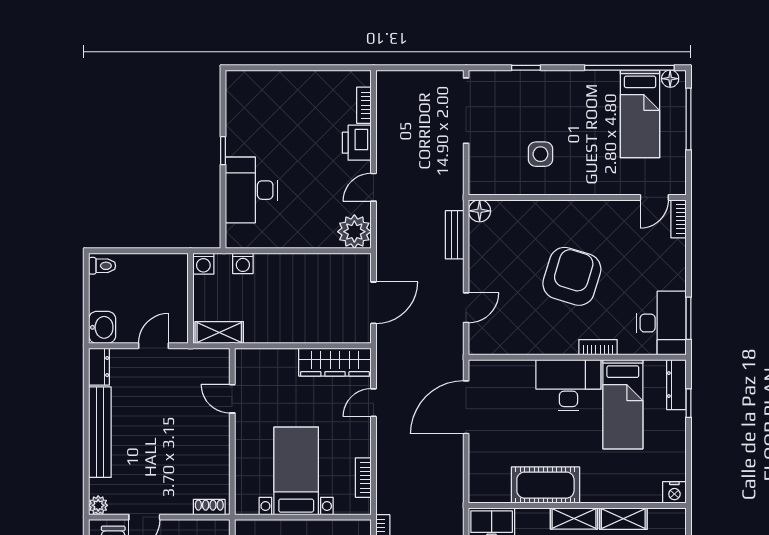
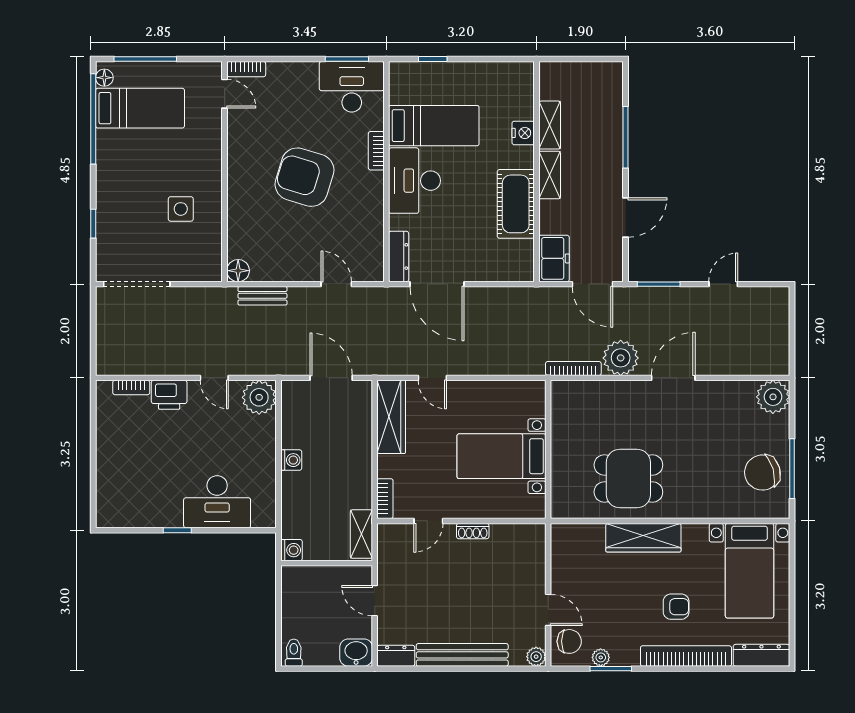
washing machine: (243, 263) -> (291, 460), moved
dresser: (676, 385) -> (399, 256), moved, turned -90
bookcase: (363, 478) -> (385, 499), moved, turned -90
nightstand: (674, 492) -> (523, 133), moved
shoe rack: (209, 507) -> (473, 531), moved, turned -90

